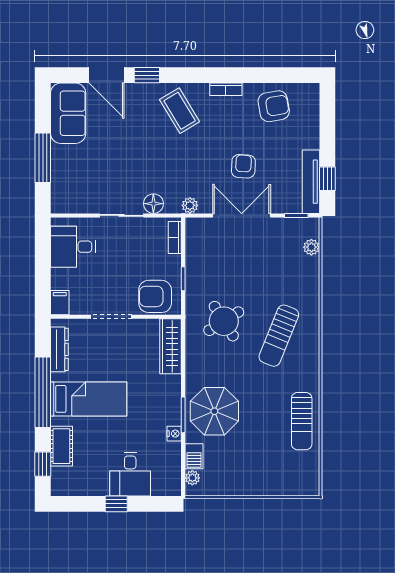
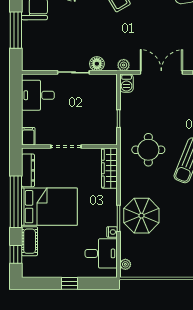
armchair: (243, 166) -> (163, 36), removed
bookcase: (175, 238) -> (112, 89), removed
armchair: (155, 296) -> (98, 132), removed
round table: (224, 321) -> (148, 150), turned 32
bed: (89, 399) -> (49, 207), width x1.50
barbecue: (194, 456) -> (127, 83), moved
desk: (130, 474) -> (101, 253), moved, turned -90

